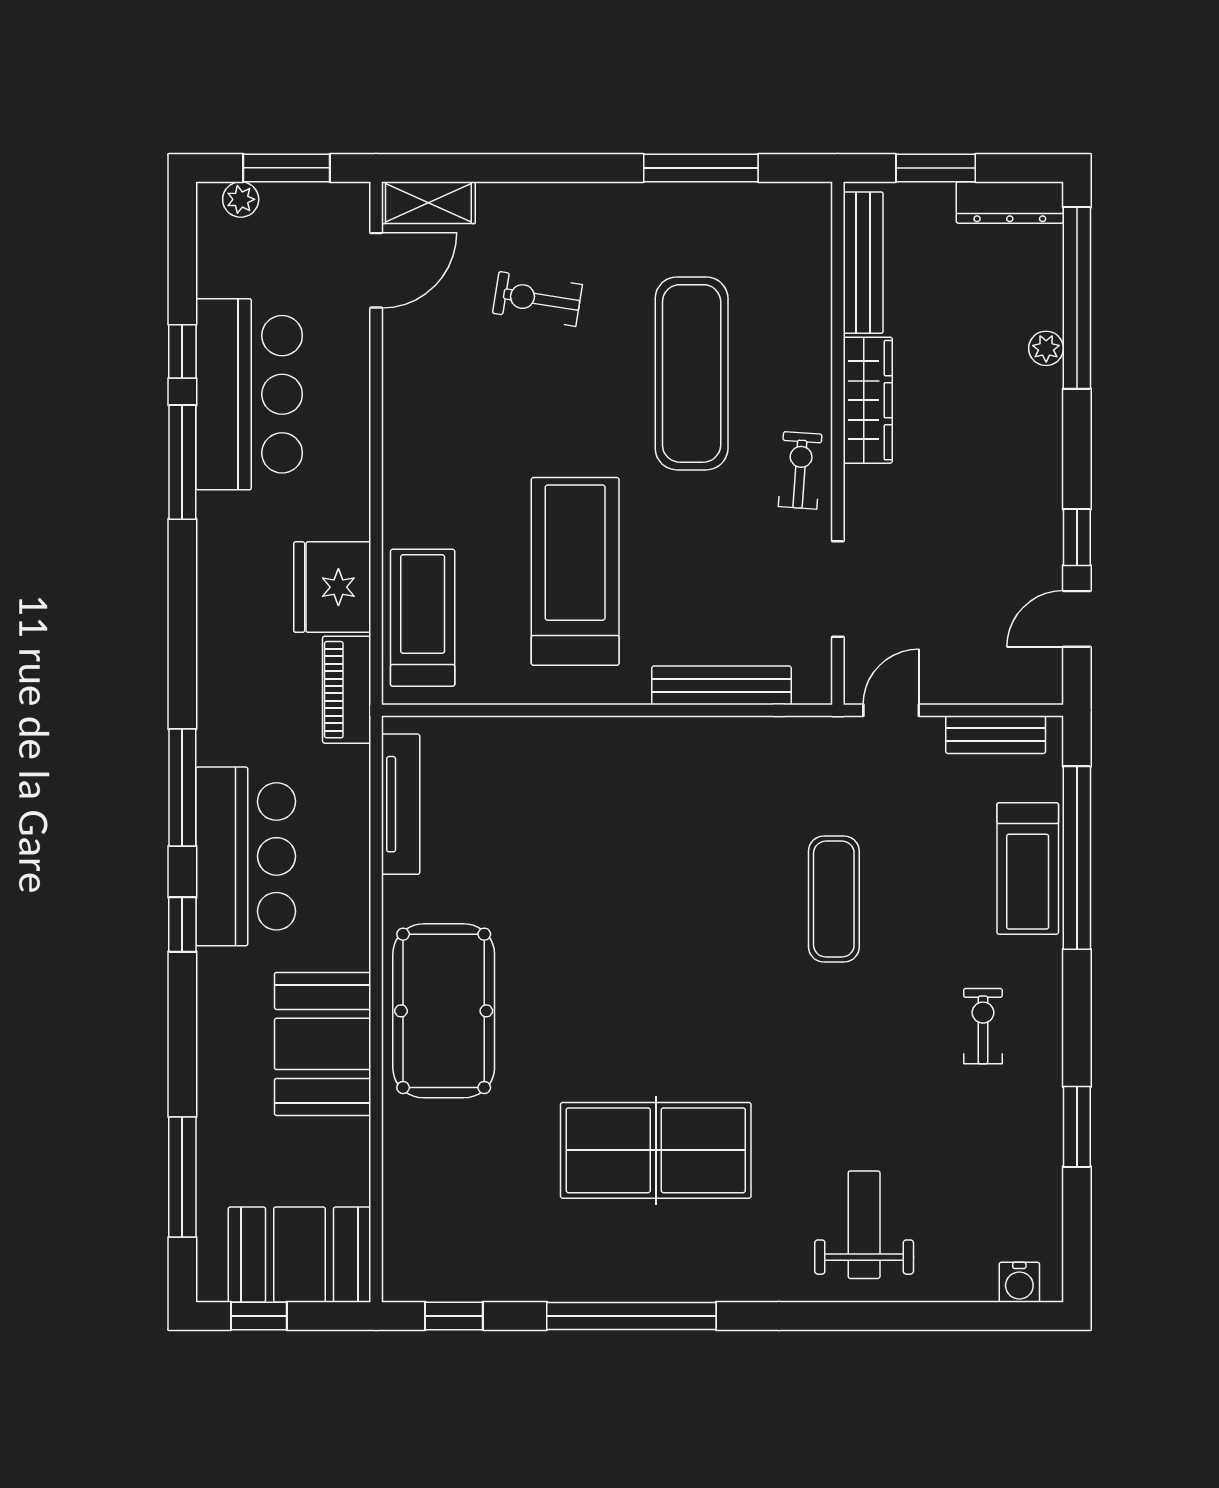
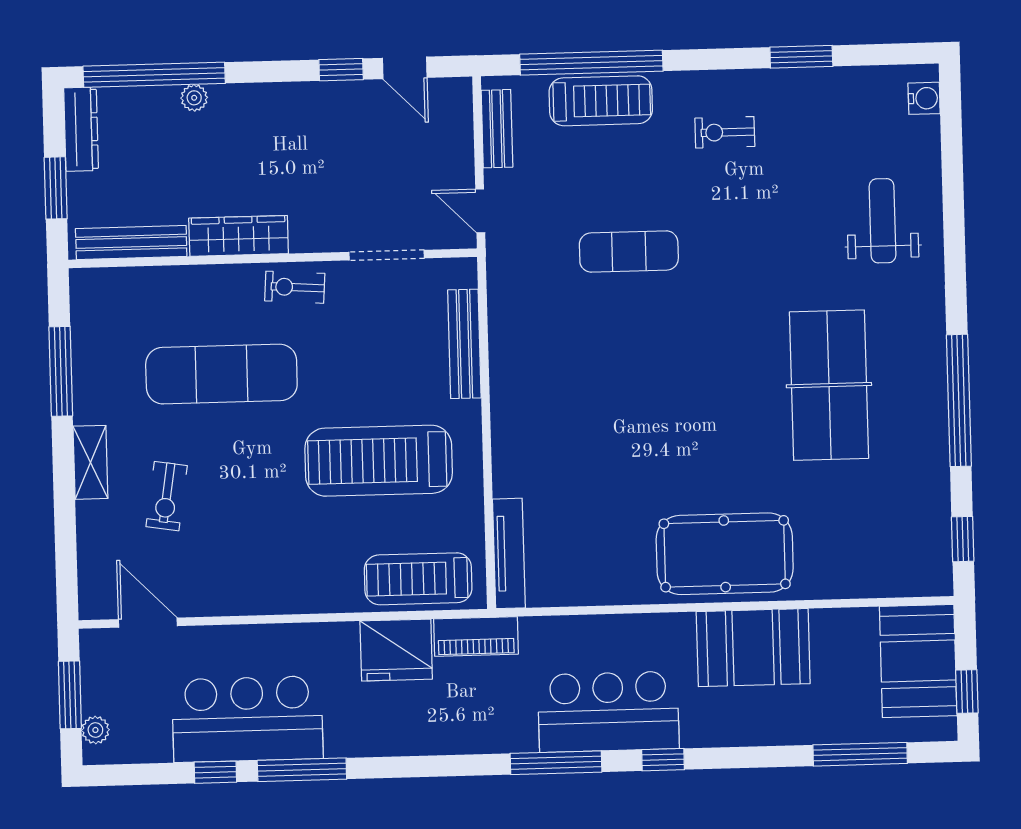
shelving: (428, 203) -> (90, 462), moved
tv unit: (401, 804) -> (509, 553), moved, turned 90
weight bench: (864, 1225) -> (883, 221), turned 90

